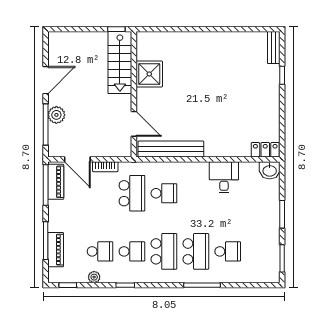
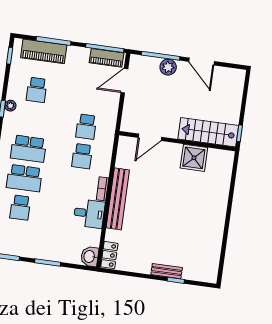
bench: (274, 48) -> (167, 271), moved
bench: (171, 149) -> (118, 199), moved
bookcase: (105, 167) -> (103, 189), moved
school desk: (132, 193) -> (86, 127), width x0.54
piano: (56, 250) -> (44, 51), width x1.37, depth x1.33
school desk: (132, 251) -> (33, 119), removed
plant: (94, 277) -> (10, 106), moved

